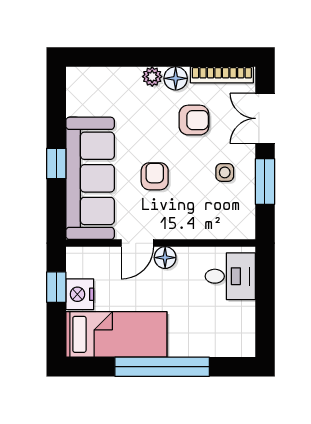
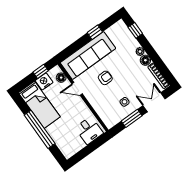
window: (107, 57) -> (135, 30), added
armchair: (194, 120) -> (135, 77), removed
window: (56, 164) -> (95, 32), moved
floor lamp: (165, 258) -> (61, 78), moved

